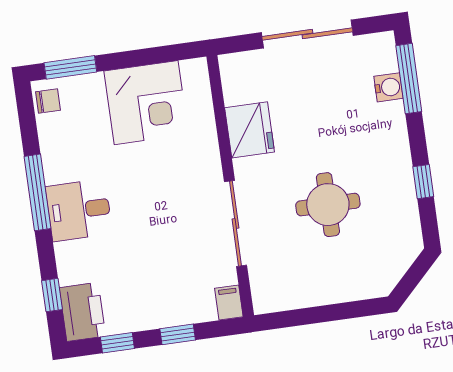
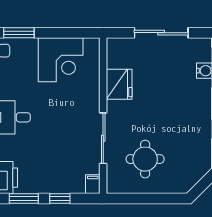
round table: (328, 205) -> (145, 159), moved
window: (117, 343) -> (24, 199), width x1.50

